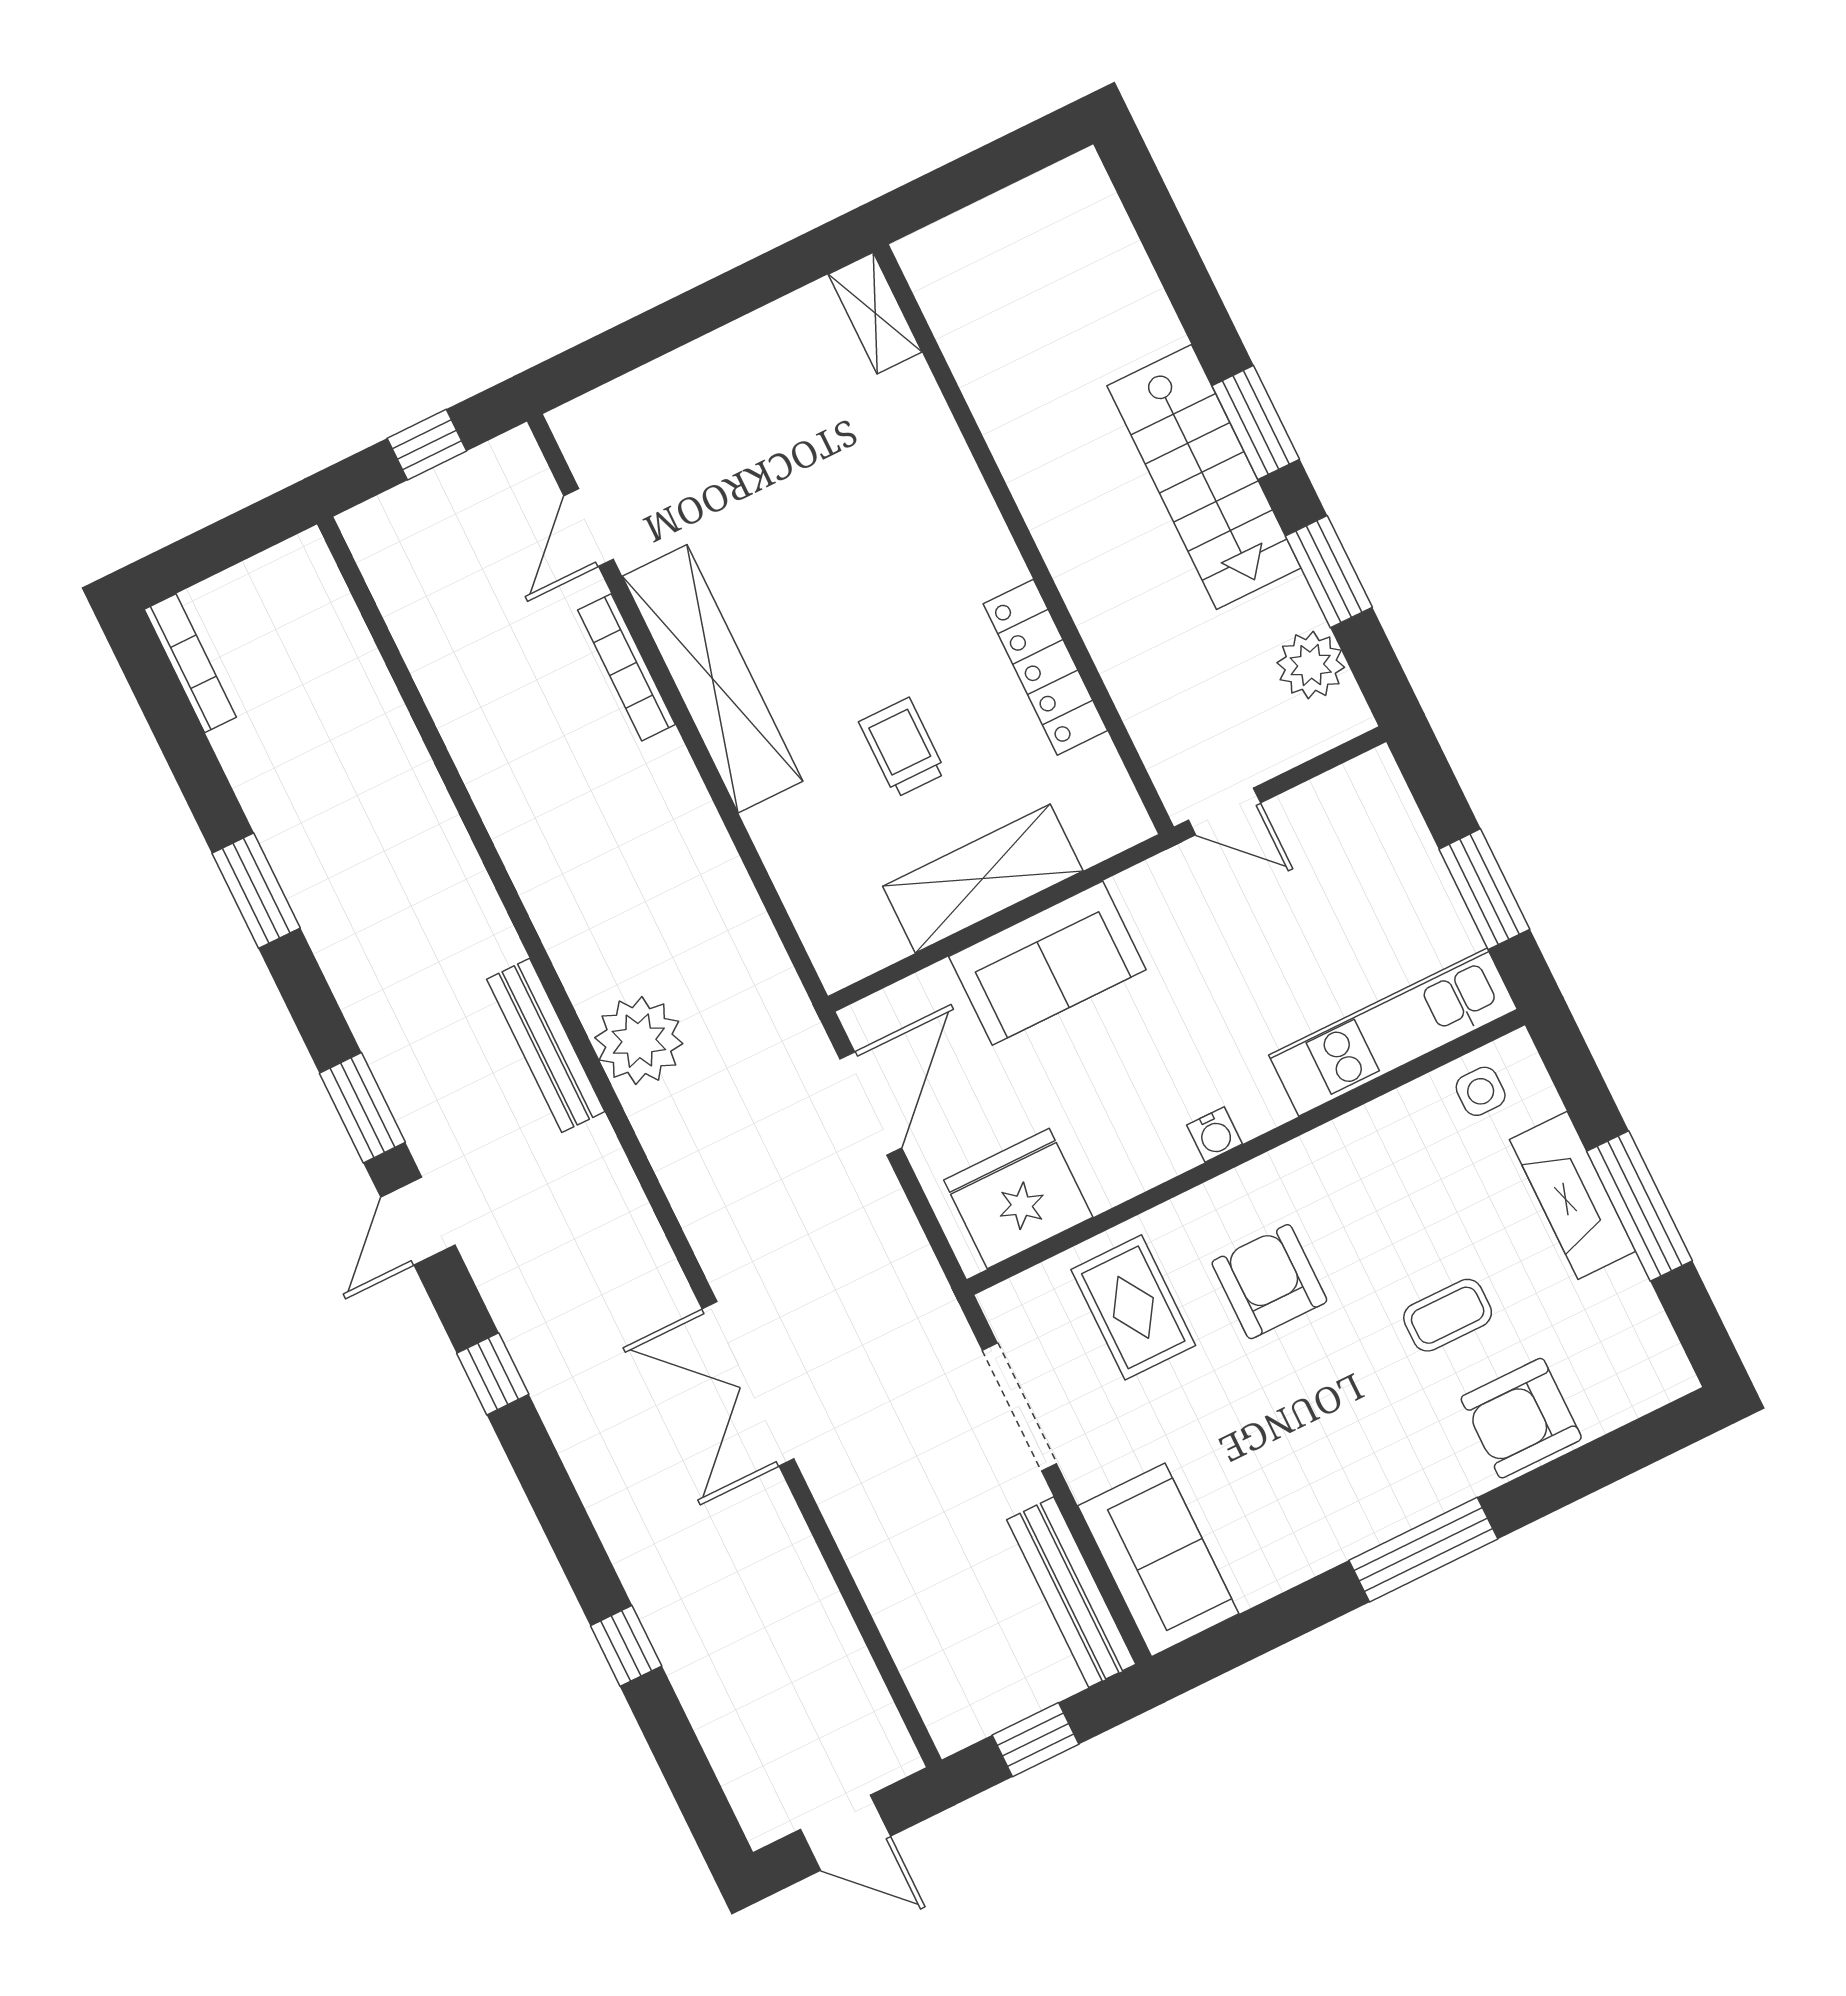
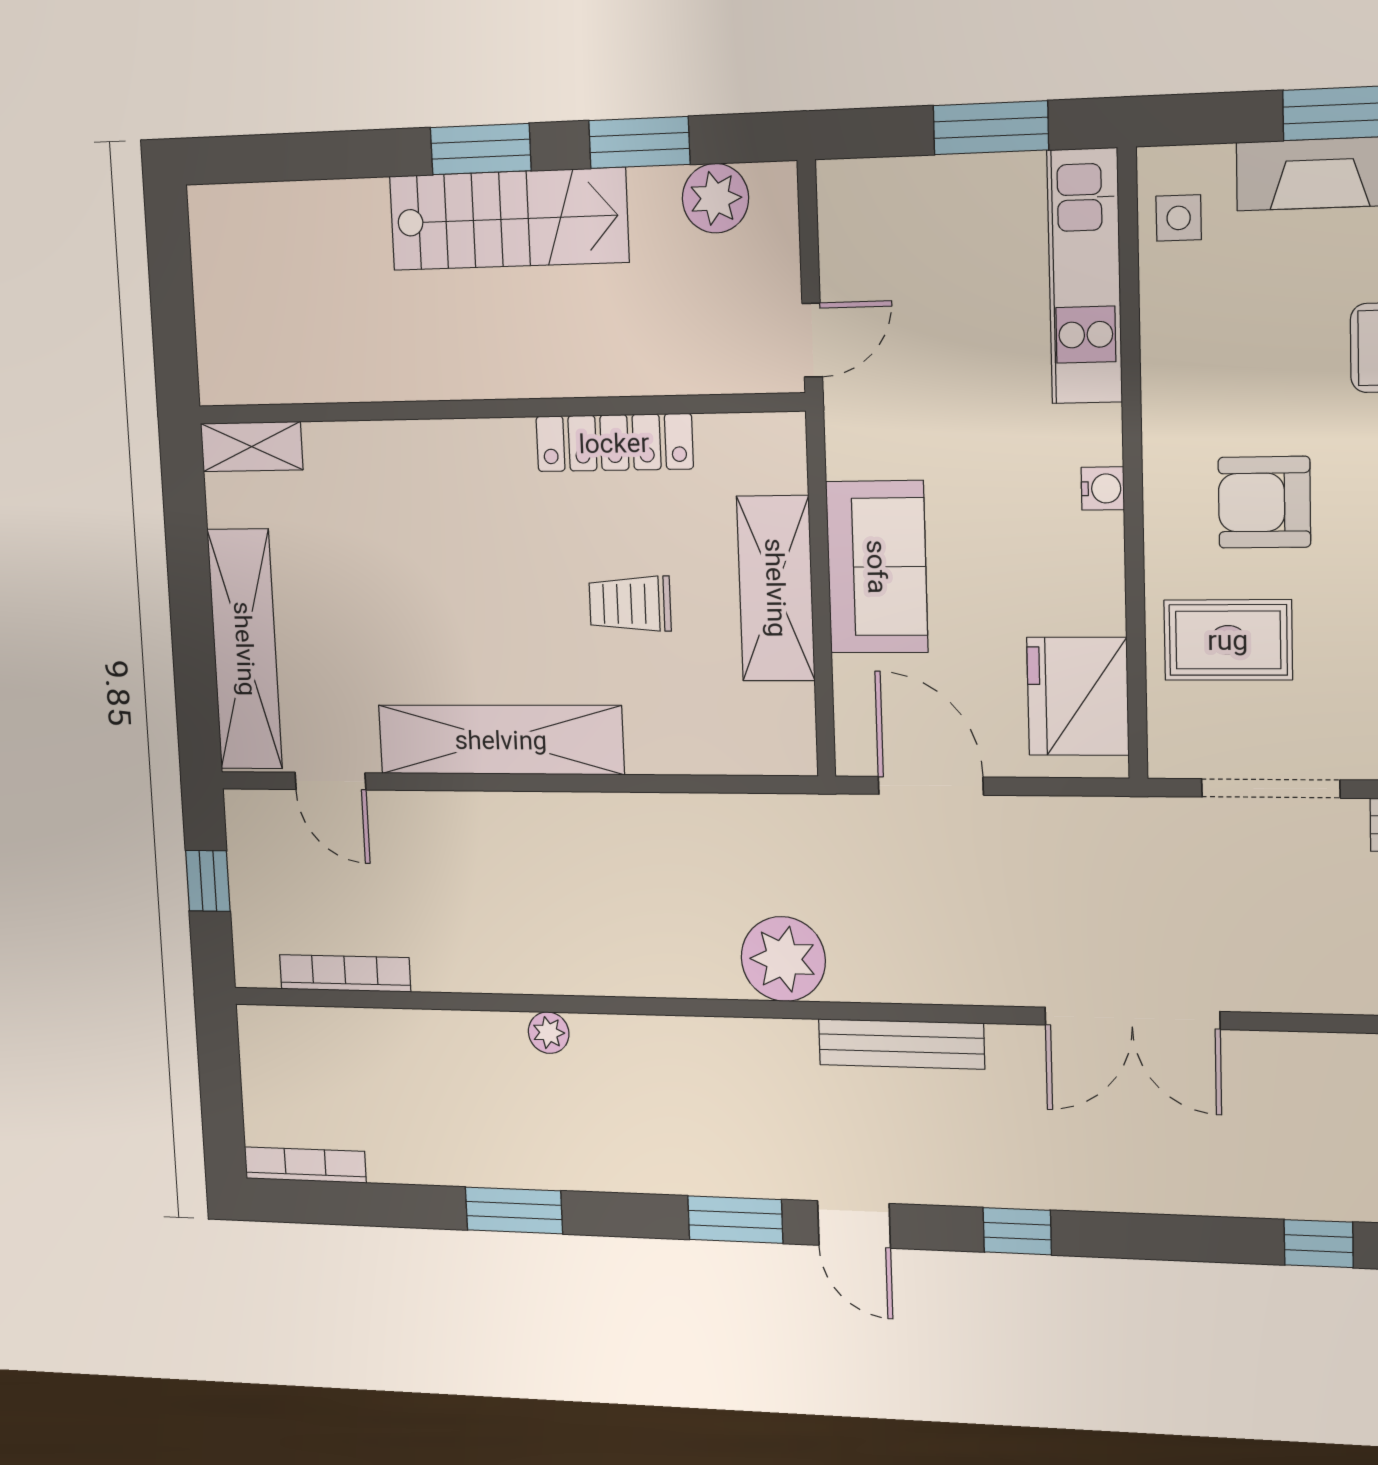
shelving: (675, 387) -> (245, 649), added
bookcase: (627, 667) -> (345, 973), moved, turned 180
plant: (451, 848) -> (549, 1033), added
bench: (546, 1045) -> (901, 1044), moved

